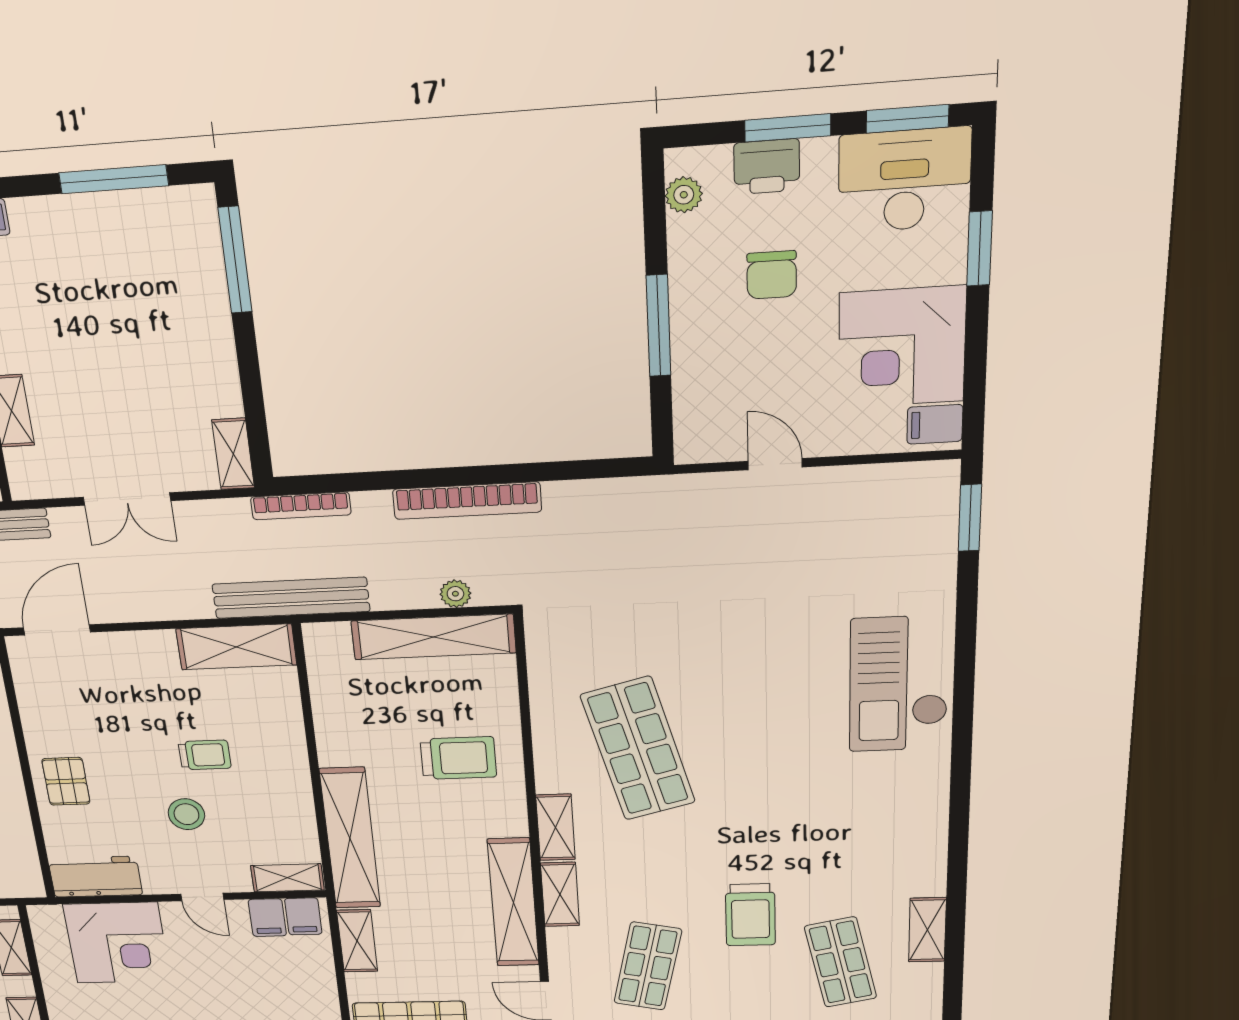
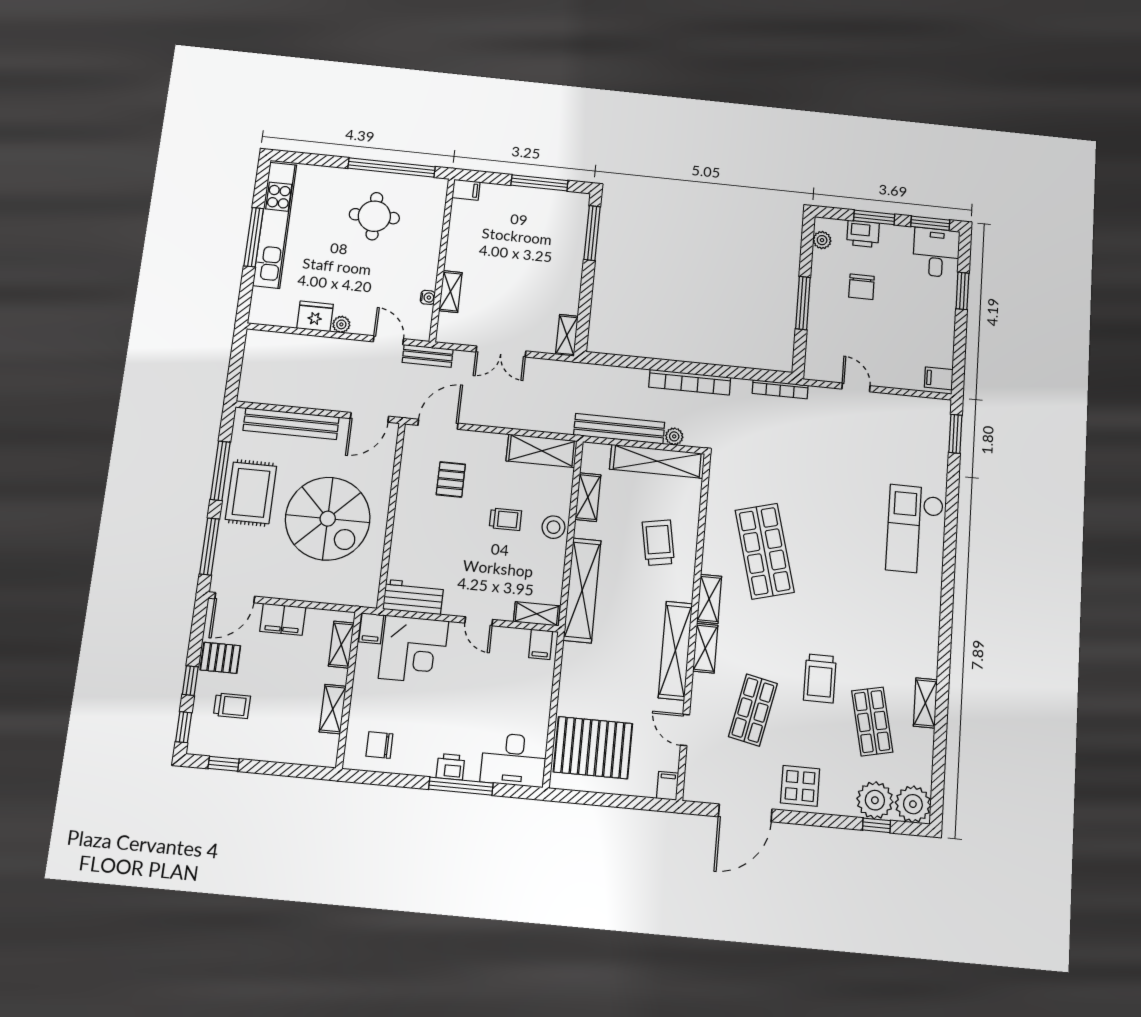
desk: (904, 180) -> (936, 253), width x0.73
corner desk: (902, 347) -> (924, 335), removed
bookcase: (301, 506) -> (780, 389), moved
bench: (291, 598) -> (619, 429), moved
trolley: (458, 758) -> (658, 543), turned -100
pallet: (66, 781) -> (451, 479), moved
stool: (186, 814) -> (553, 527), moved
filing cabinet: (267, 918) -> (371, 628), moved
shelving: (357, 941) -> (588, 497), moved

